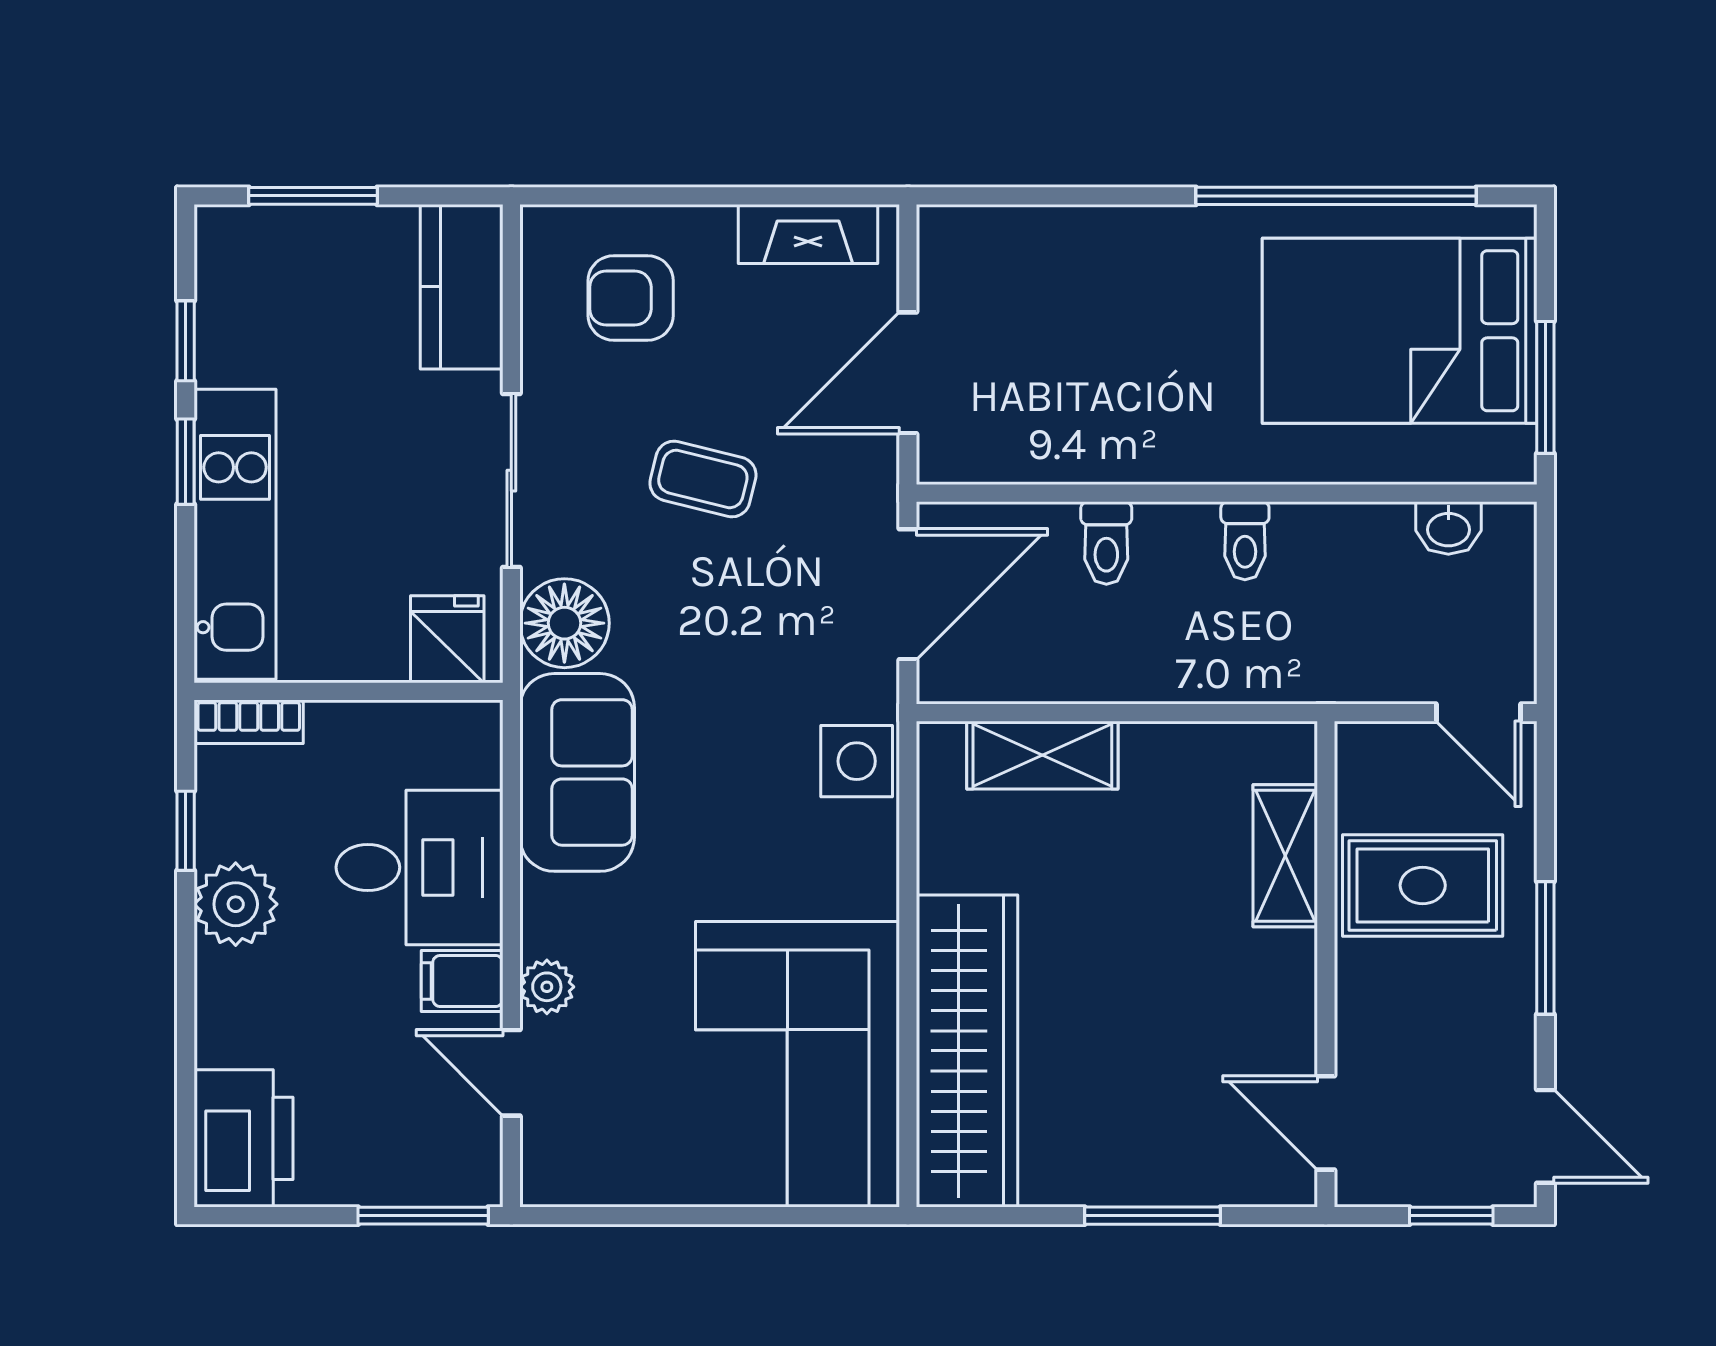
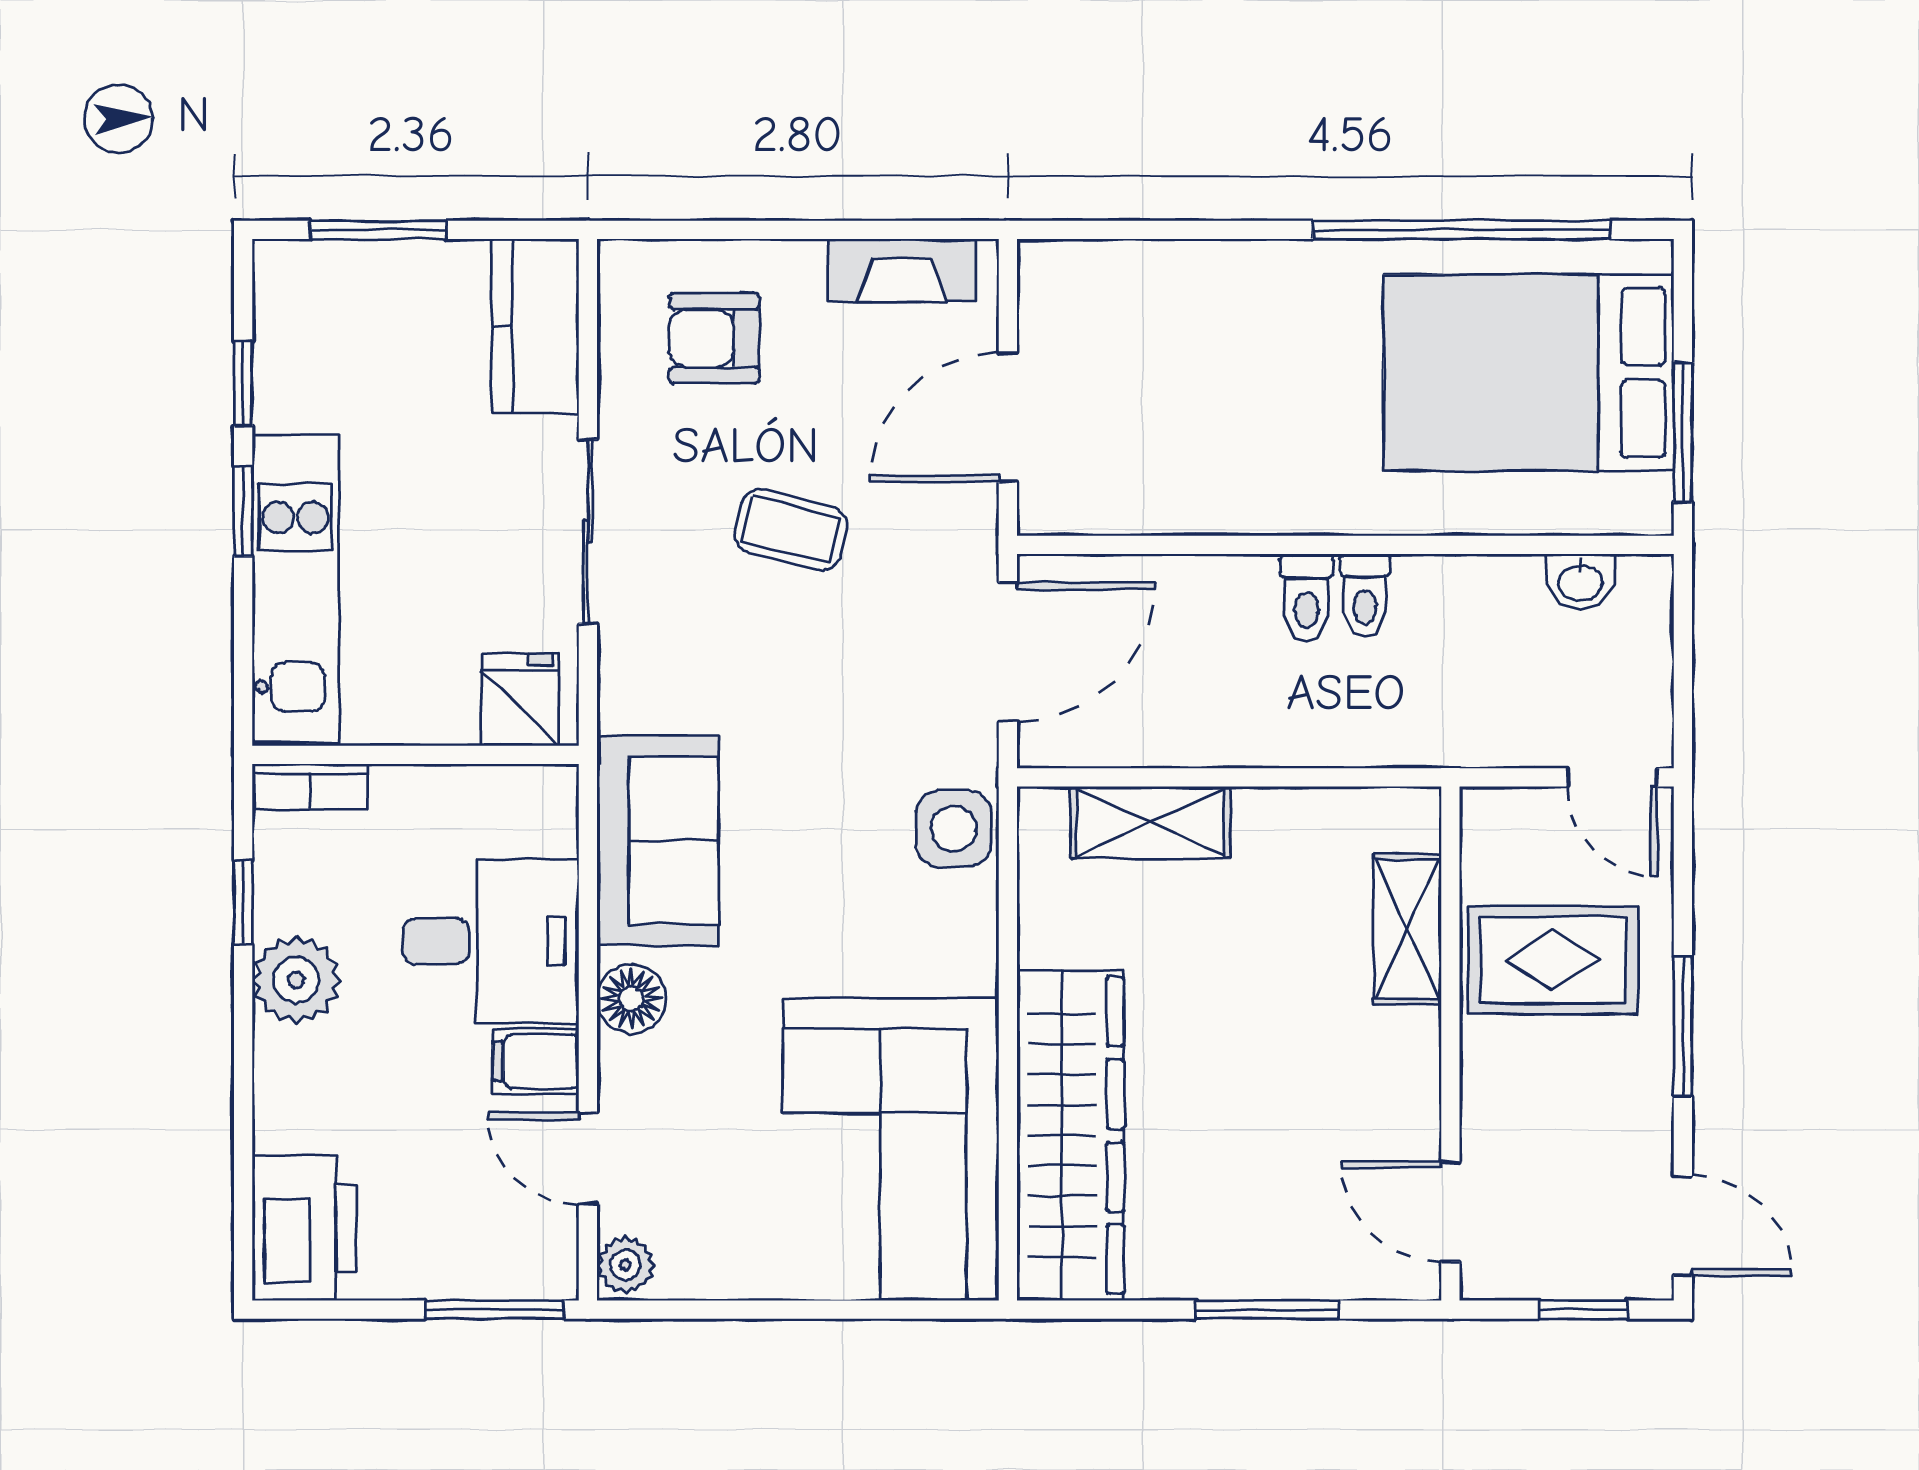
toilet: (1106, 543) -> (1306, 598), moved
floor lamp: (564, 623) -> (631, 999), moved, width x0.73, depth x0.73
plant: (547, 987) -> (626, 1265), moved

